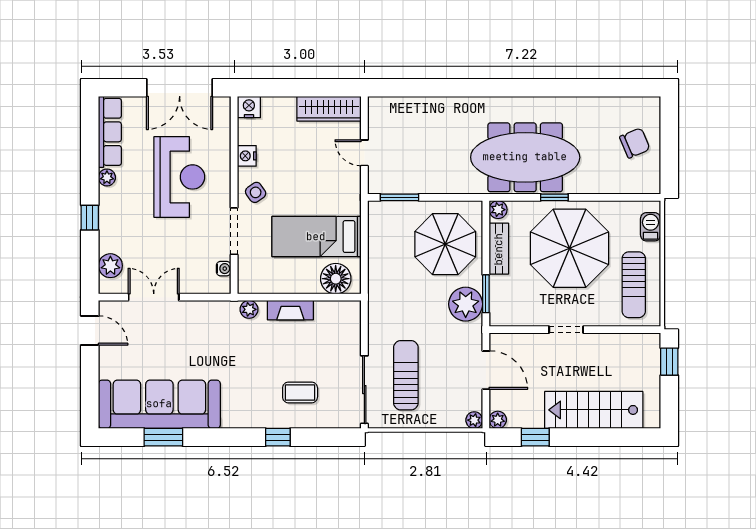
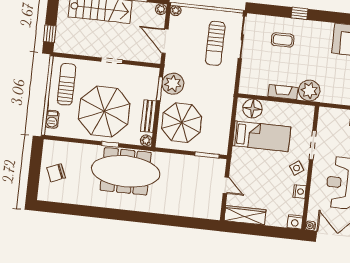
water cooler: (224, 269) -> (310, 226), moved
plant: (249, 309) -> (309, 90), width x1.87, depth x1.87

